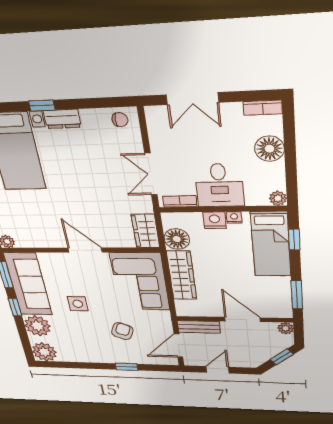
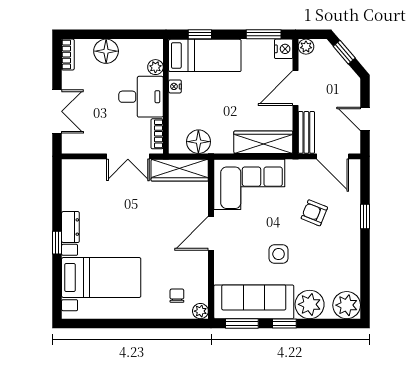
chair: (120, 120) -> (177, 296), moved
plant: (278, 198) -> (155, 67), moved
nightstand: (215, 220) -> (284, 49), moved, turned 180
wardrobe: (145, 231) -> (180, 170), width x1.50
wardrobe: (182, 275) -> (263, 142), moved

